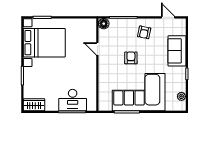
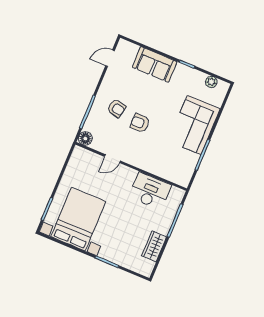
armchair: (144, 32) -> (116, 108), moved
corner sofa: (139, 92) -> (194, 125), width x0.73, depth x0.74
desk: (73, 100) -> (150, 191), moved, turned -90
wardrobe: (34, 105) -> (154, 246), moved

